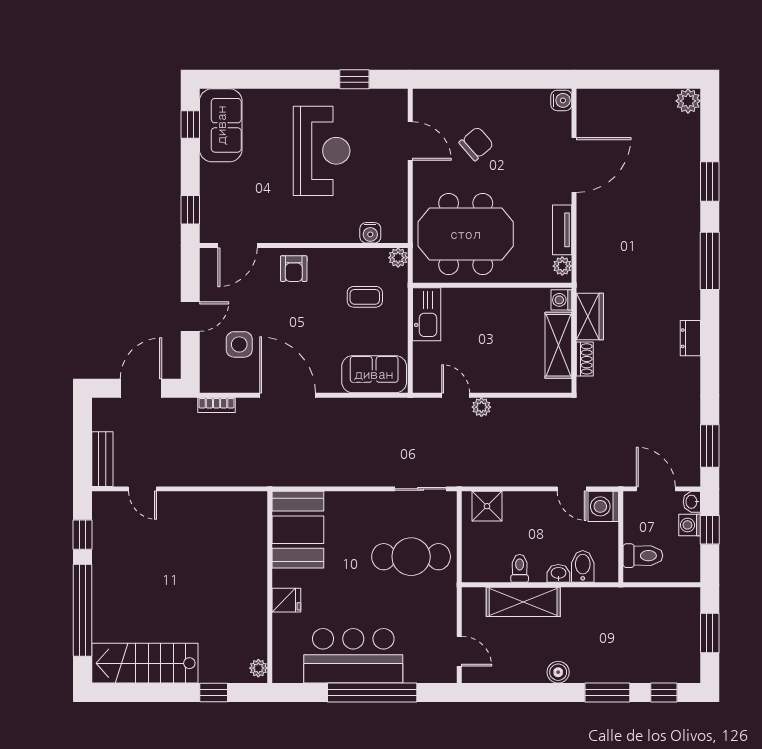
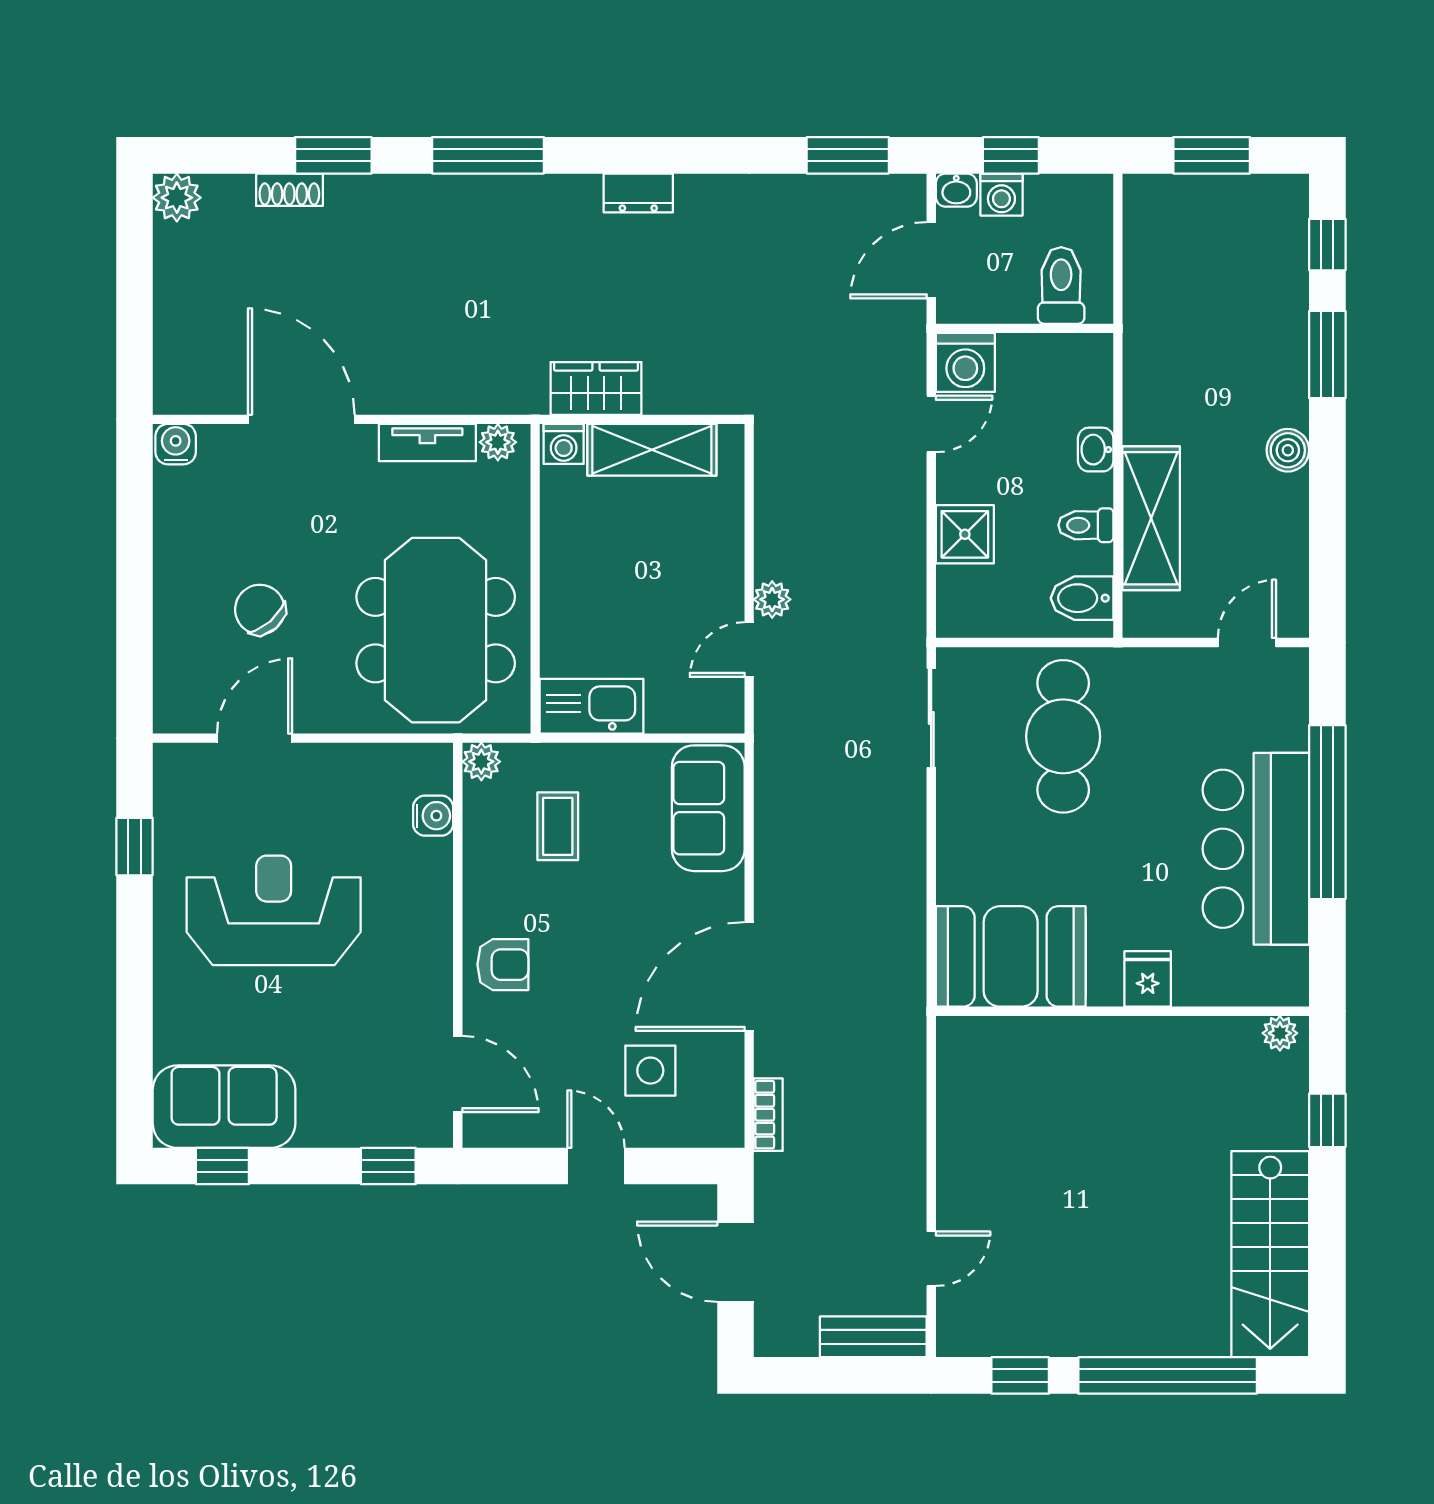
shoe rack: (585, 359) -> (289, 190), moved, turned 180
shower: (487, 506) -> (965, 534), moved
bidet: (583, 566) -> (1082, 598), moved

